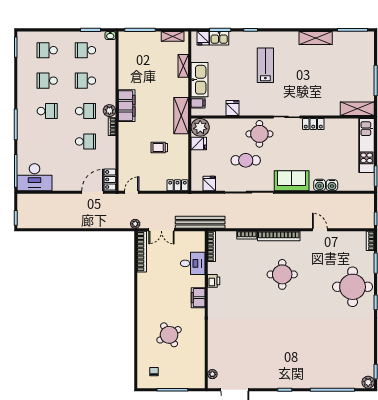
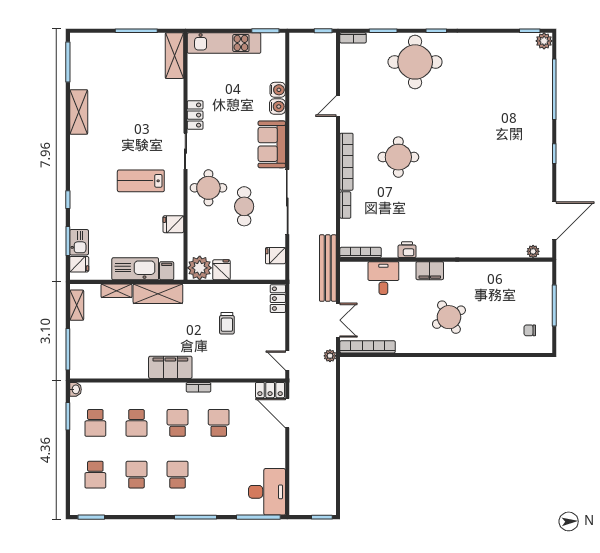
lab bench: (265, 65) -> (141, 181), moved
school desk: (47, 81) -> (136, 475), turned 180
plant: (109, 111) -> (177, 391), removed
shelving: (181, 116) -> (158, 294), moved
round table: (169, 335) -> (449, 317), moved

